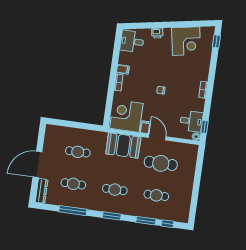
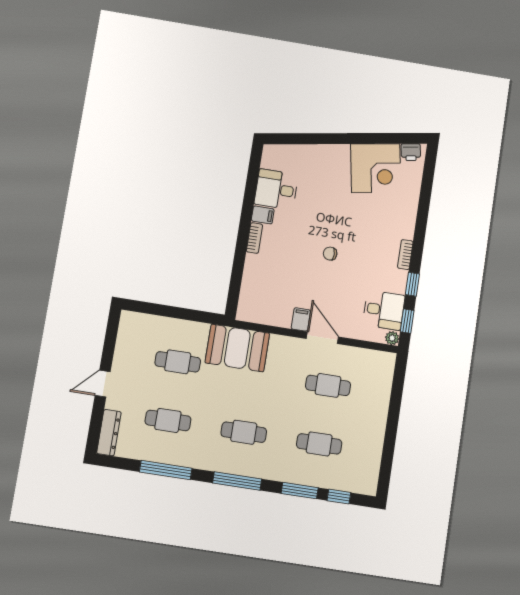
printer: (157, 33) -> (411, 152), moved
desk: (132, 41) -> (276, 189), moved
window: (216, 41) -> (412, 284), moved
corner desk: (126, 116) -> (267, 298), removed
booth: (123, 146) -> (237, 348), moved
cafe table: (161, 163) -> (328, 385), width x0.73, depth x0.74
door: (37, 164) -> (103, 384), width x0.53
window: (112, 216) -> (237, 481), width x1.44

